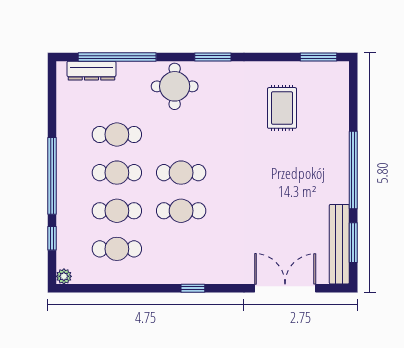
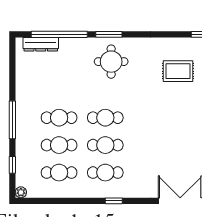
window: (213, 57) -> (109, 34), moved
round table: (175, 86) -> (111, 62), moved
rug: (282, 108) -> (178, 71), turned 90
cafe table: (117, 134) -> (105, 173), moved
window: (52, 176) -> (12, 120), width x0.68

